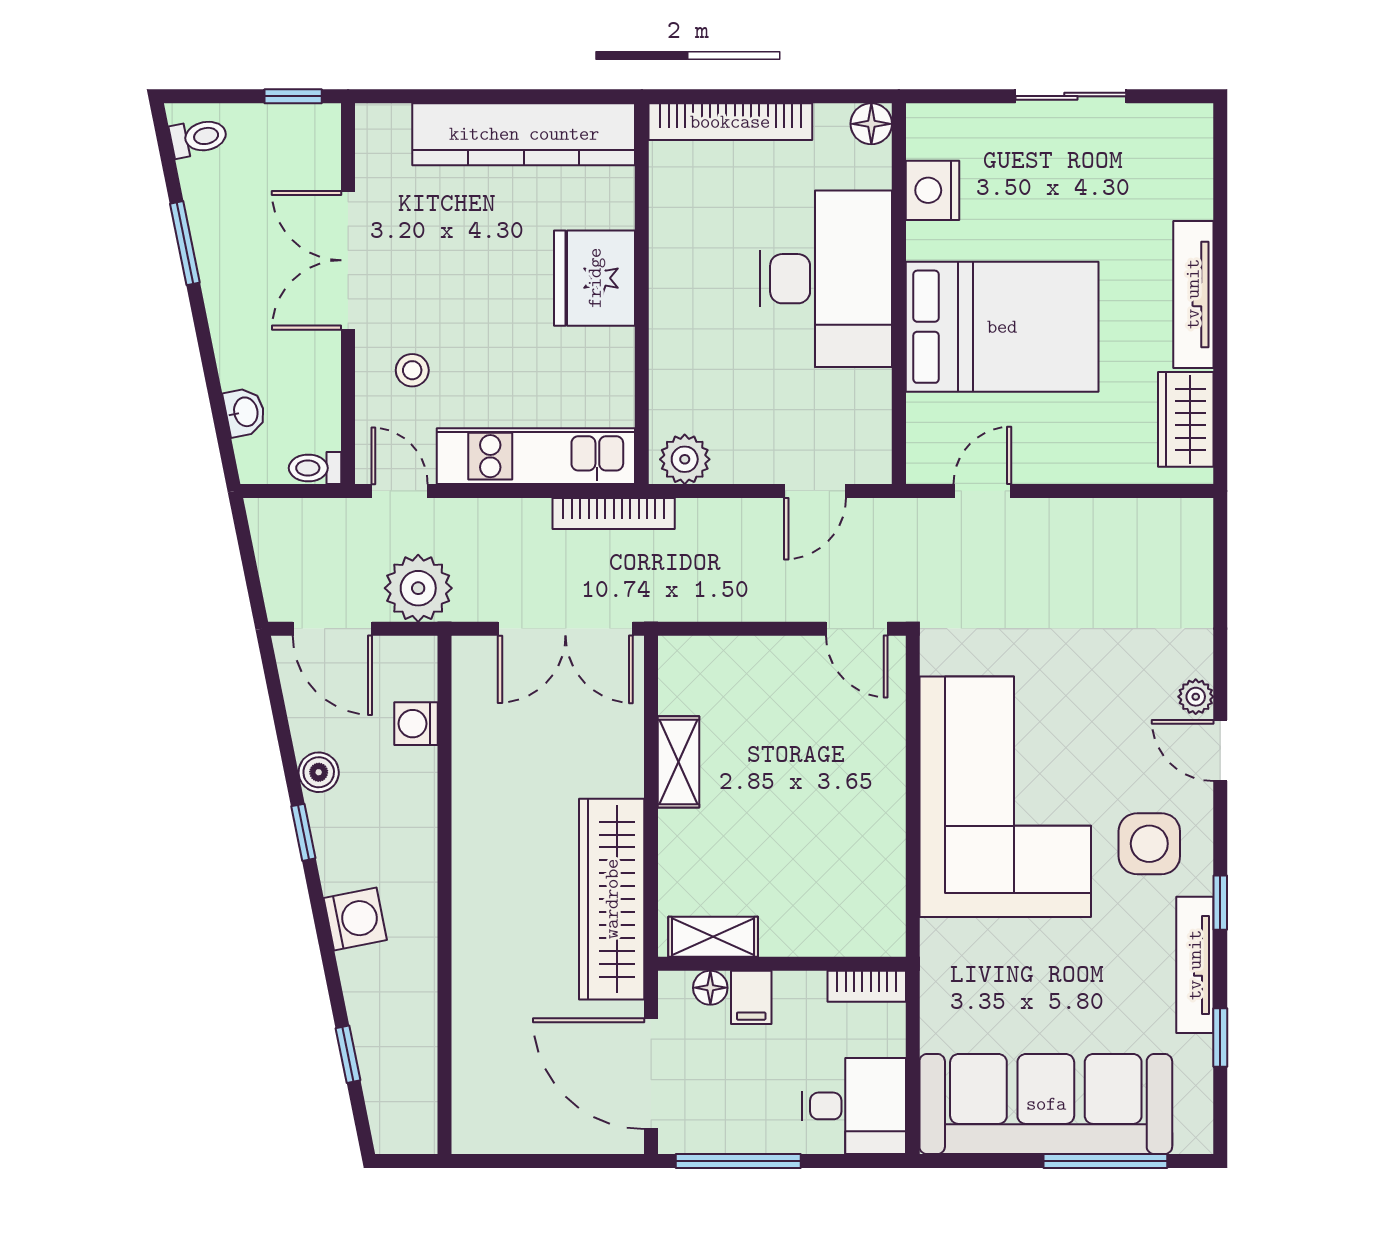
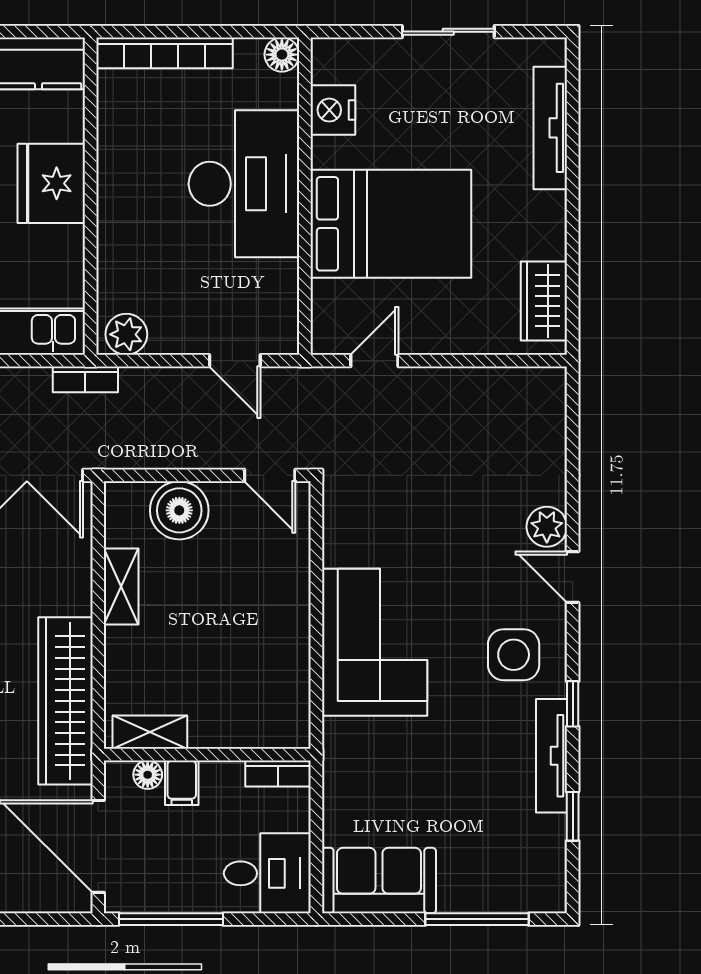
tv unit: (1193, 294) -> (550, 128), moved
door: (815, 491) -> (235, 361), hinge flipped
bookcase: (614, 513) -> (85, 379), width x0.64
boiler: (748, 671) -> (179, 510), added
plant: (1196, 697) -> (547, 527), width x1.38, depth x1.38
corner sofa: (1005, 797) -> (375, 642), width x0.73, depth x0.74
sofa: (1046, 1104) -> (379, 881), width x0.54, depth x0.79

